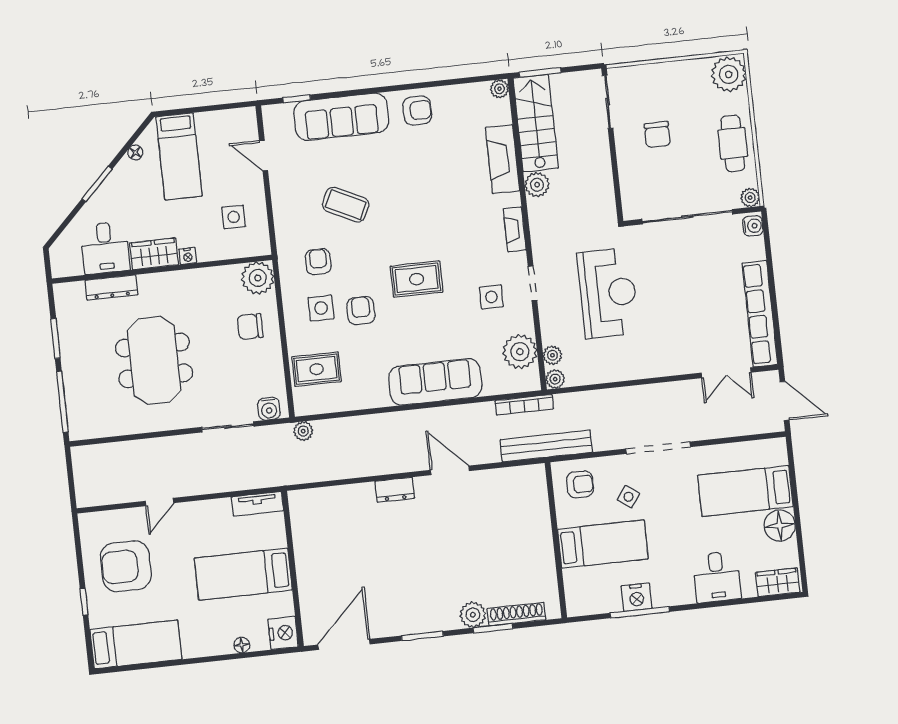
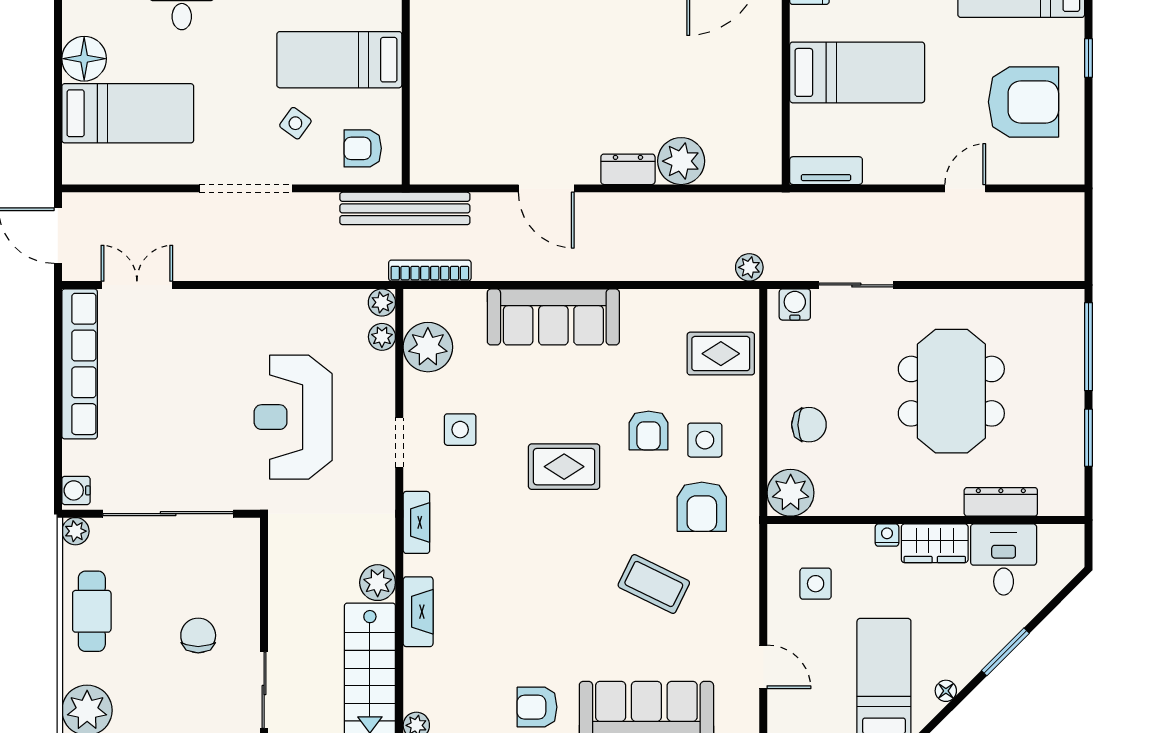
fireplace: (503, 159) -> (418, 612), width x0.73, depth x0.76
armchair: (318, 262) -> (702, 507), width x1.38, depth x1.38
plant: (359, 500) -> (681, 161), added

